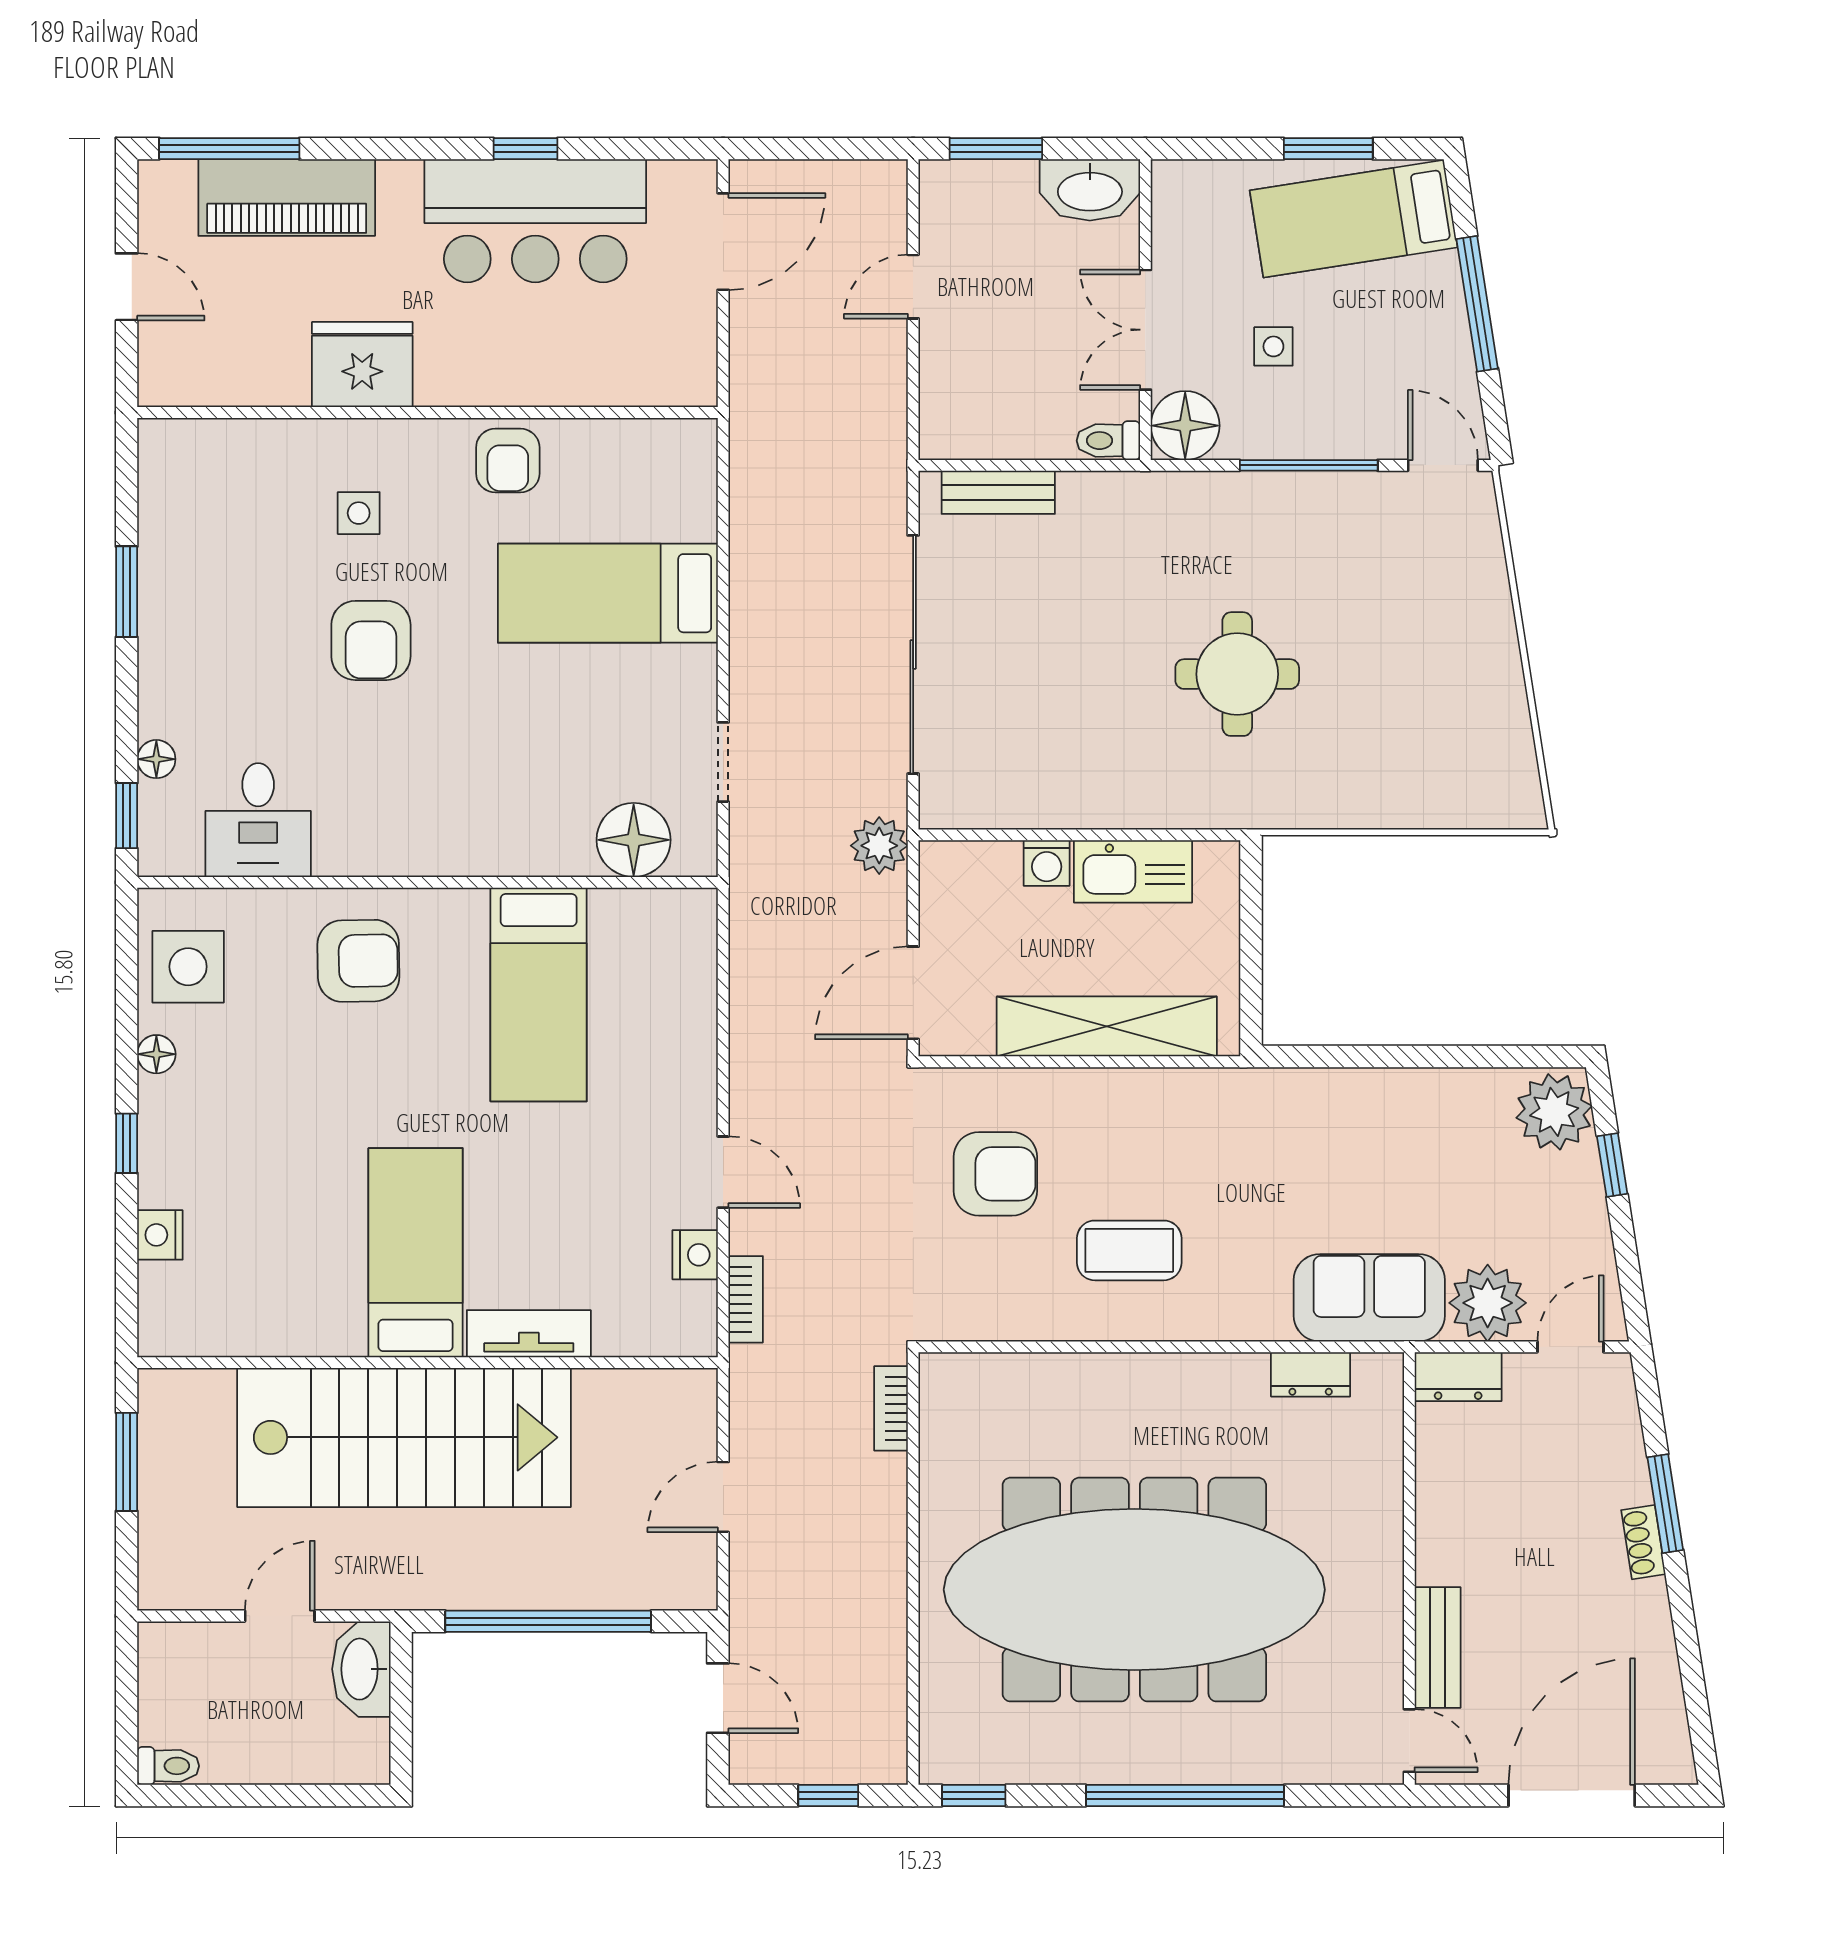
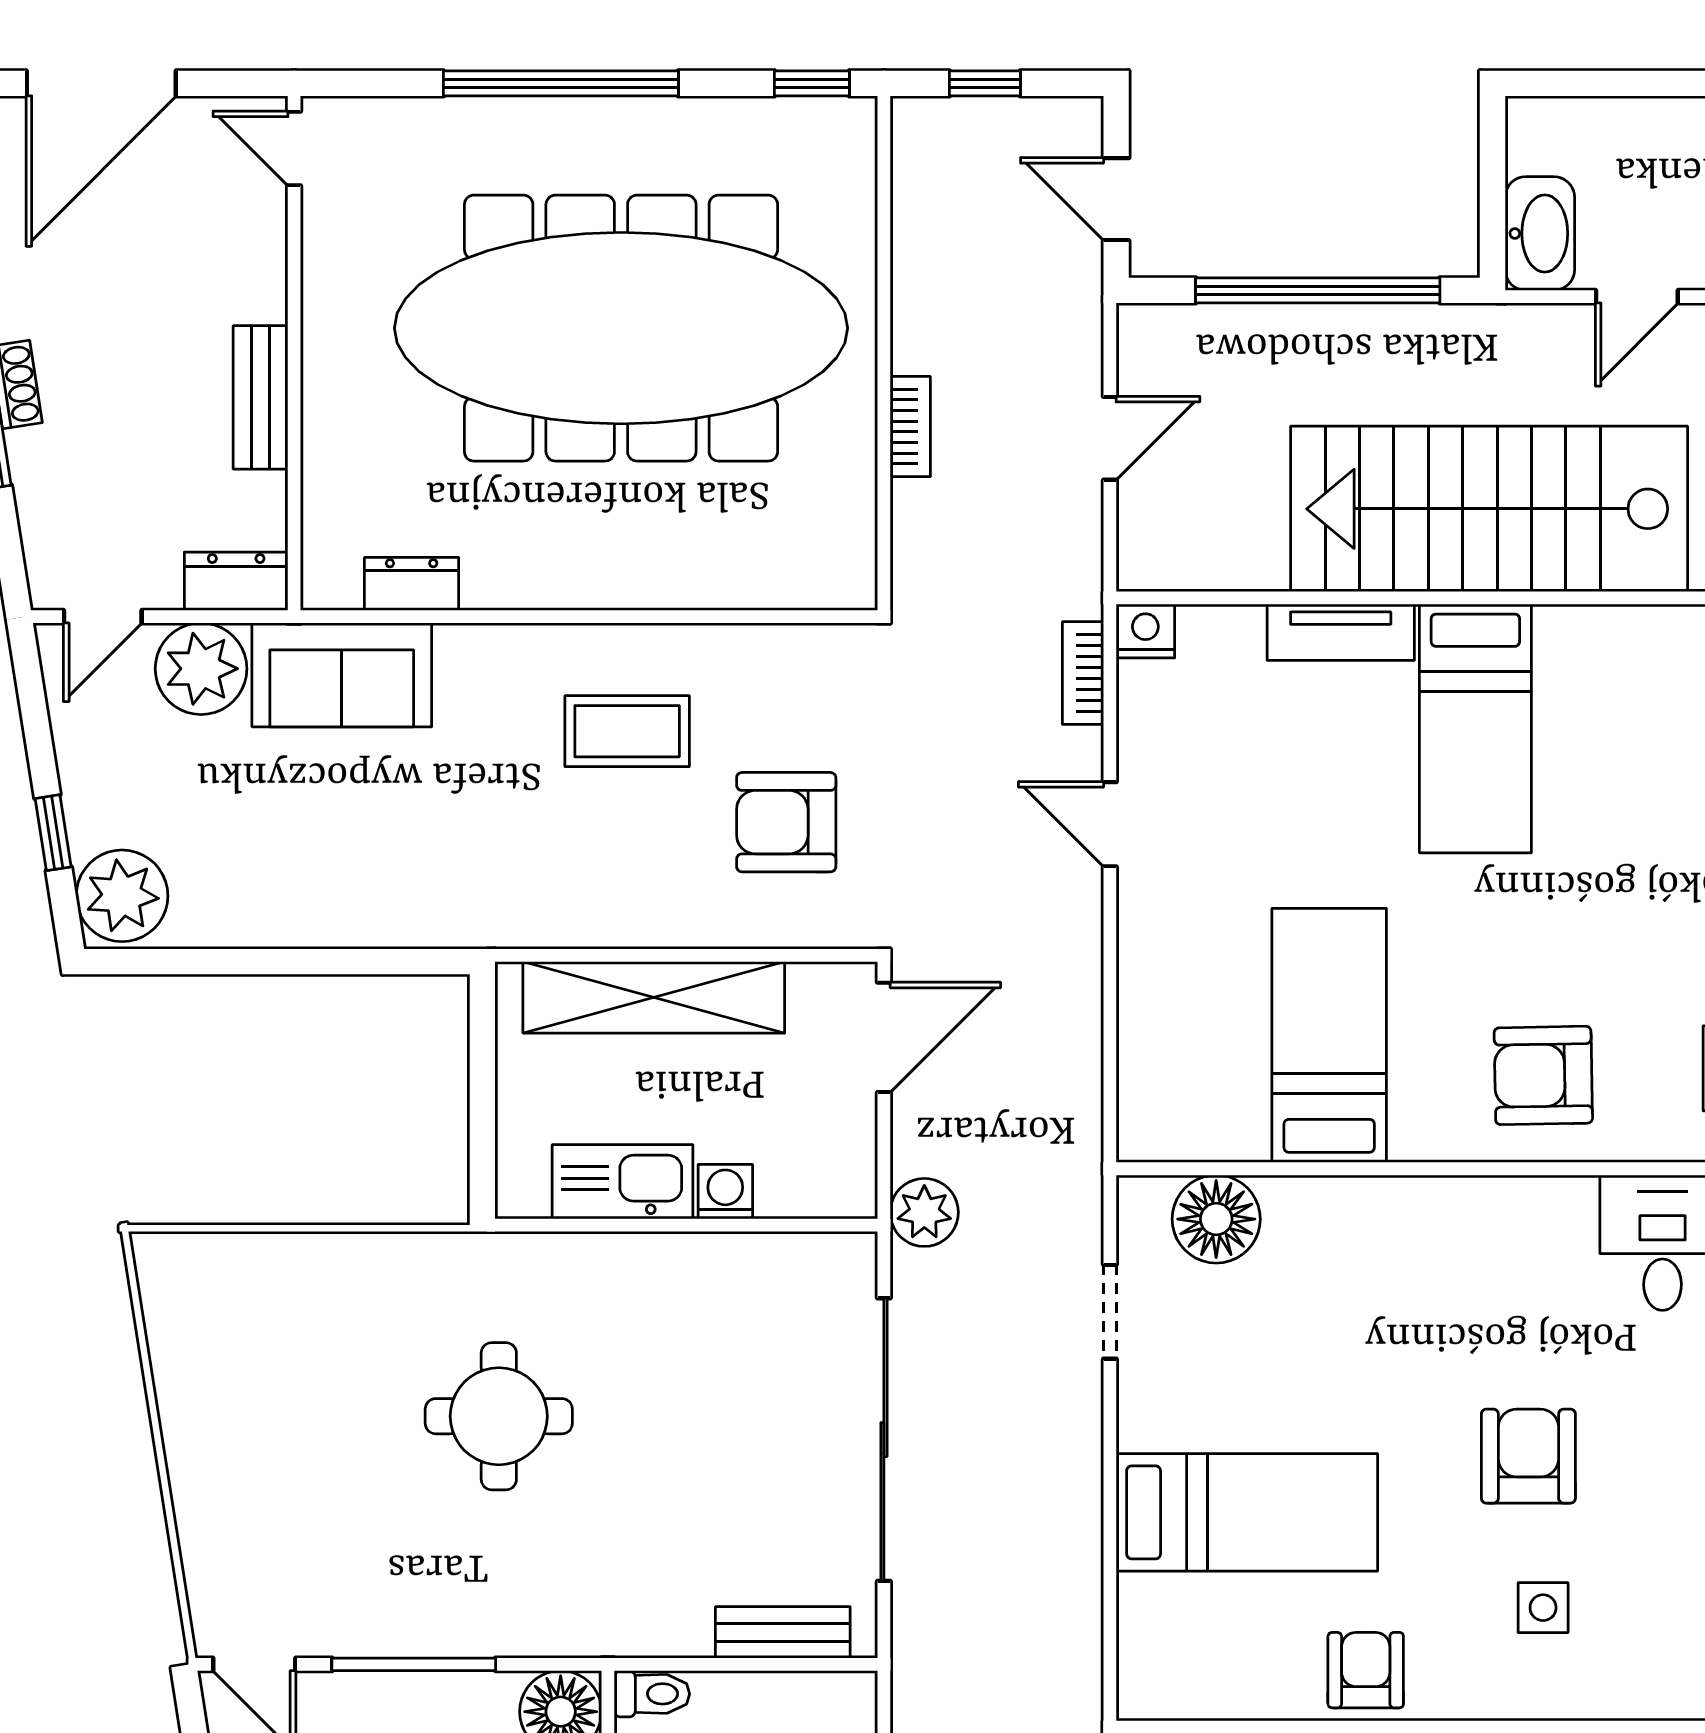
nightstand: (695, 1255) -> (1145, 631), moved, turned 90
bookcase: (891, 1408) -> (910, 427), moved
bench: (1438, 1647) -> (261, 397), moved

